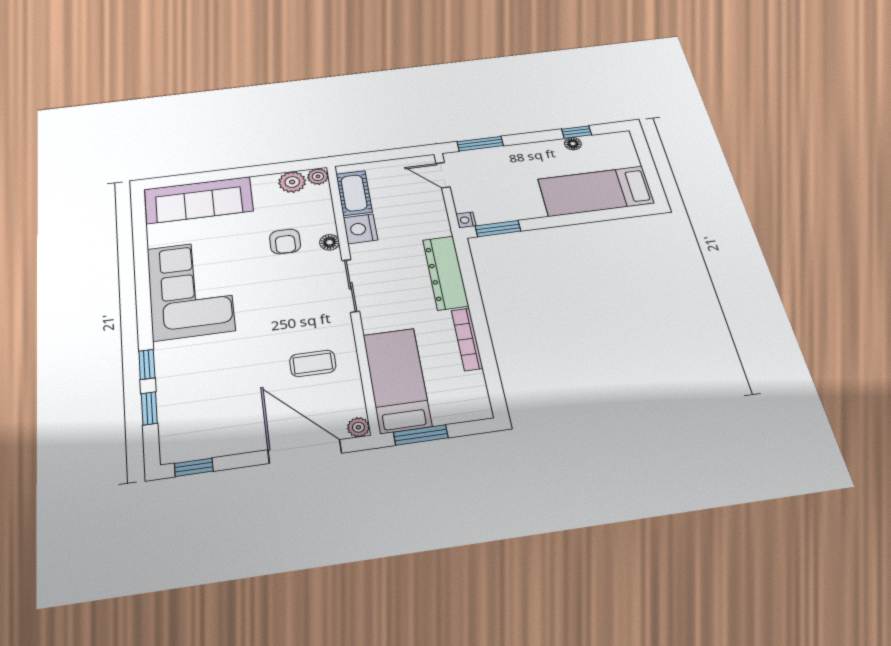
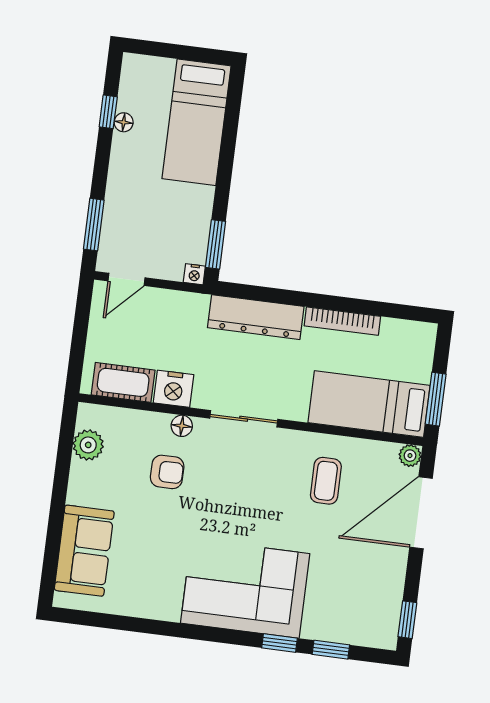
plant: (318, 176) -> (89, 415), removed
sofa: (199, 200) -> (84, 551), width x0.73
corner sofa: (190, 289) -> (245, 588), moved

